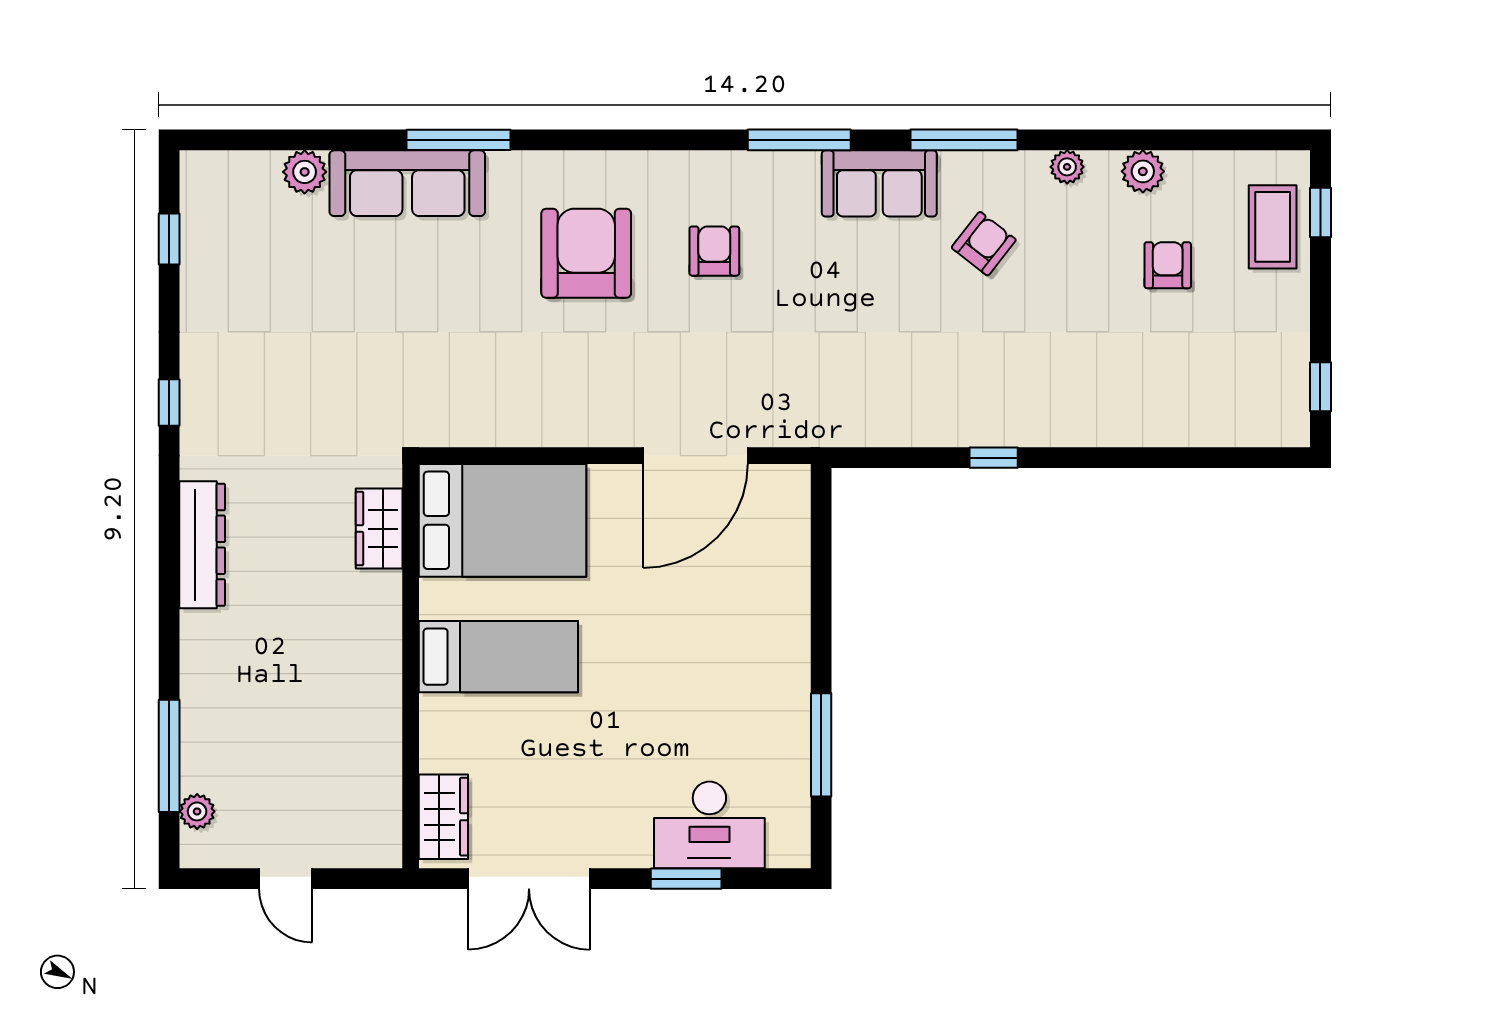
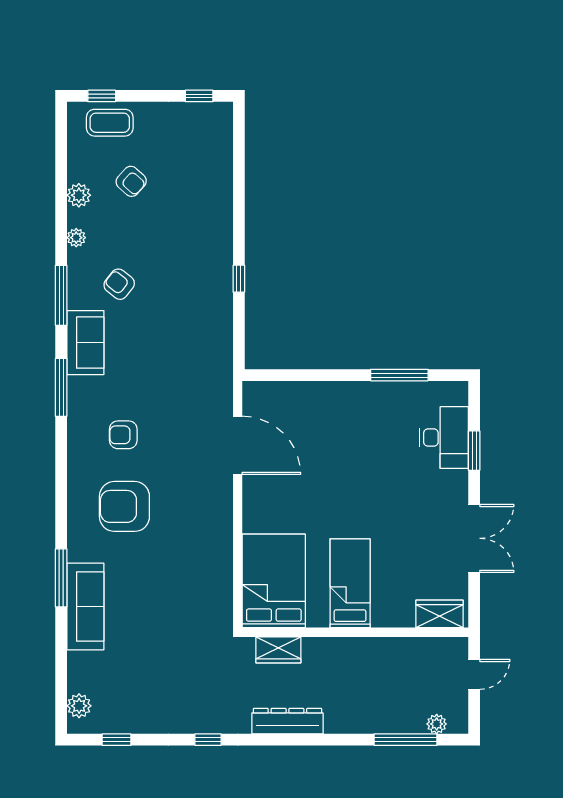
plant: (305, 172) -> (79, 706), moved
armchair: (1168, 265) -> (131, 181), turned -138
bed: (502, 520) -> (274, 581), moved
wardrobe: (379, 529) -> (278, 650), moved
bed: (498, 657) -> (350, 583), moved
wall: (411, 666) -> (355, 632), moved
wardrobe: (443, 817) -> (439, 614), moved

